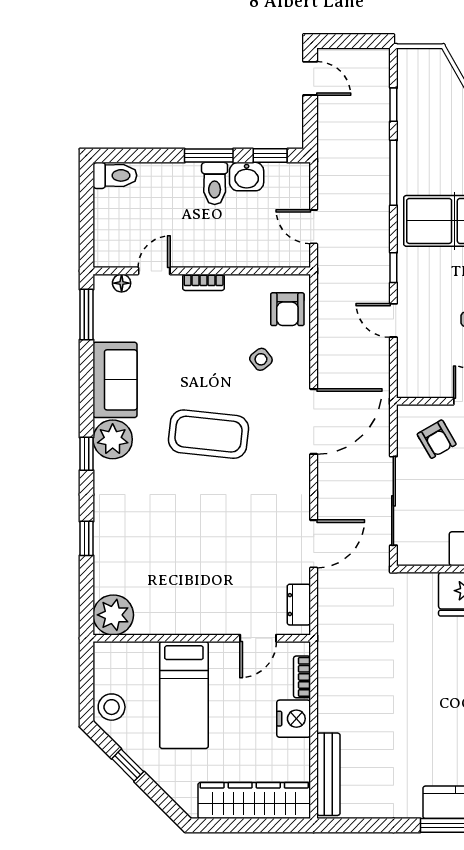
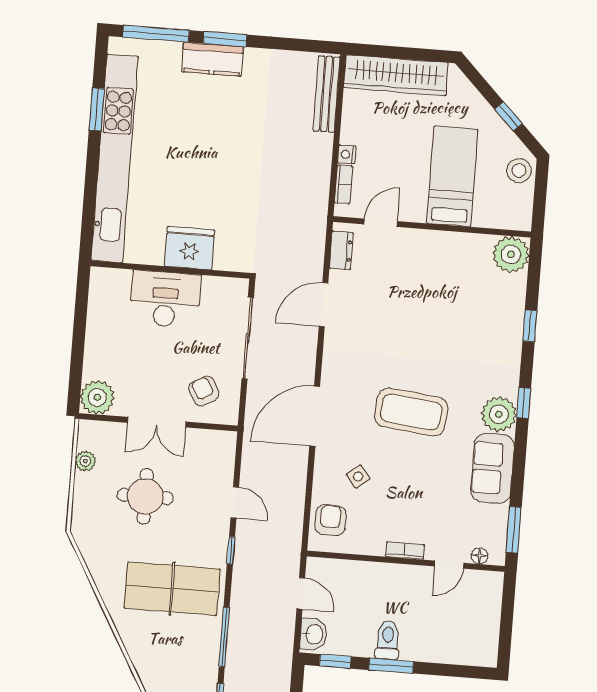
toilet: (115, 175) -> (478, 654), removed
washbasin: (247, 177) -> (314, 634), moved, turned 90
nightstand: (294, 719) -> (347, 154), width x0.53, depth x0.56

